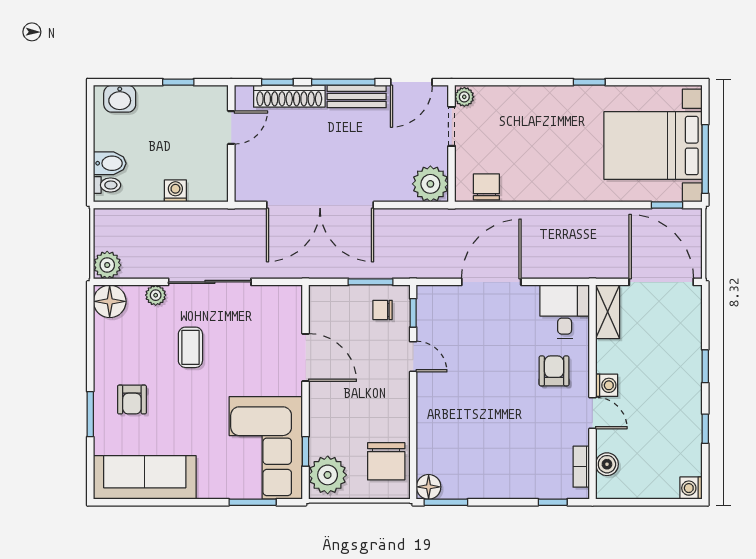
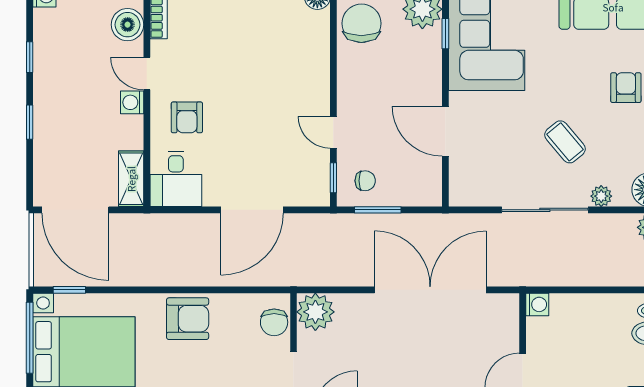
armchair: (553, 177) -> (188, 319), added
chair: (486, 187) -> (274, 322), moved
washing machine: (175, 191) -> (537, 304), moved, turned -90
coffee table: (190, 347) -> (565, 142), turned -40
boiler: (607, 464) -> (128, 25), width x1.36, depth x1.36

